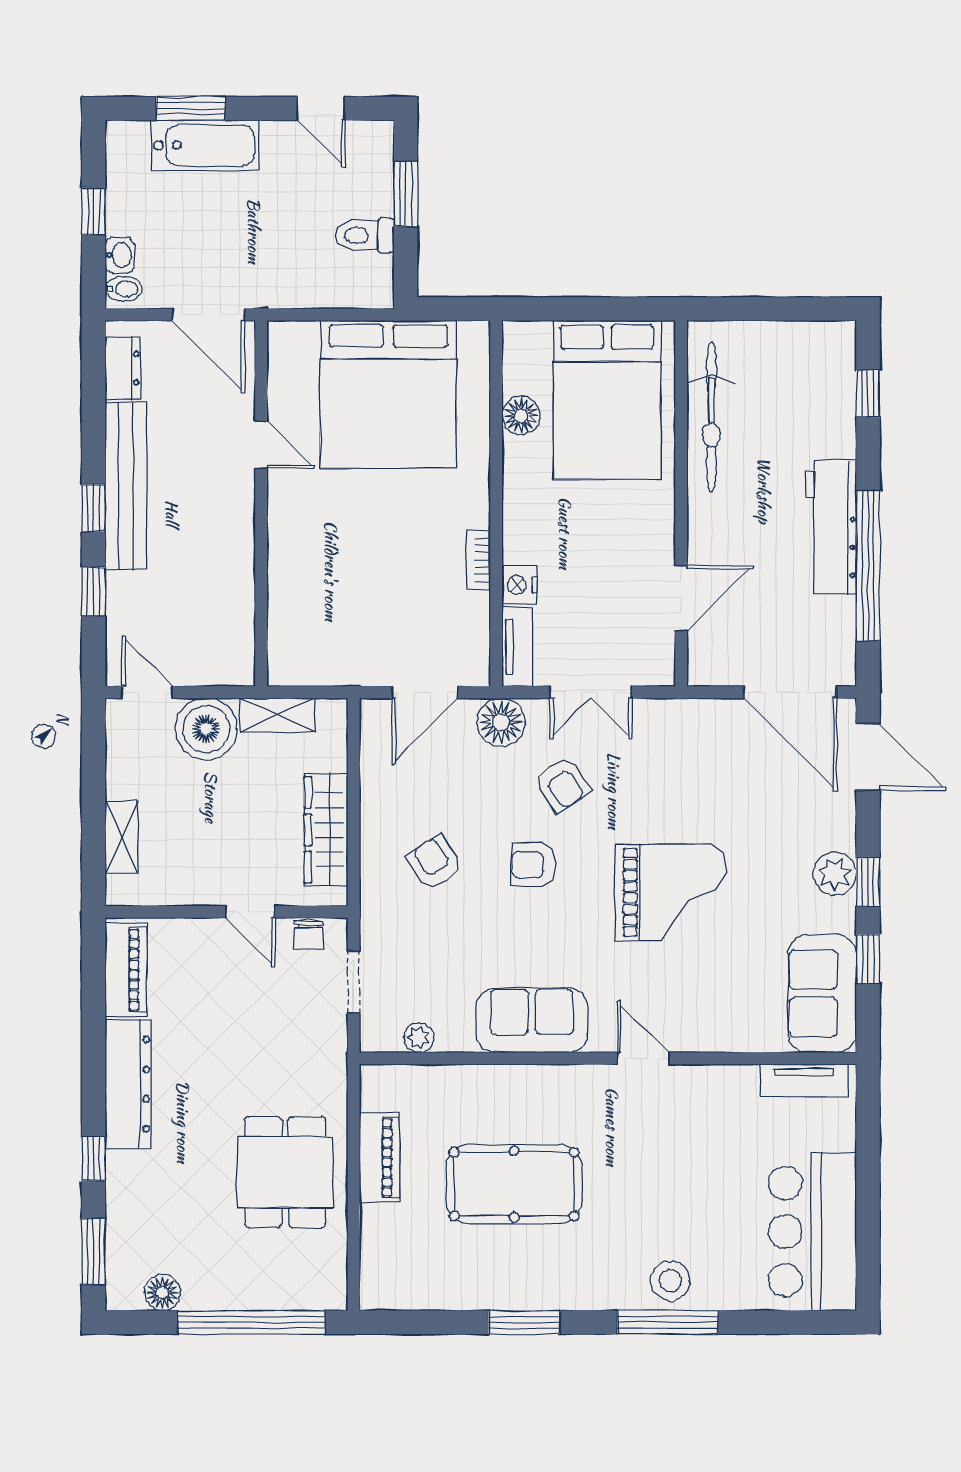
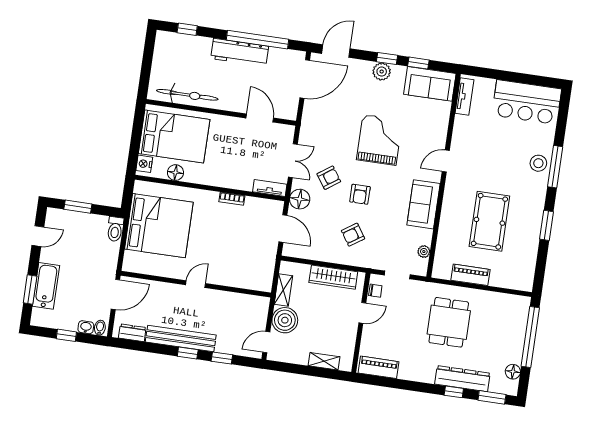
toilet: (365, 235) -> (115, 229), moved
door: (261, 445) -> (196, 284), moved
nightstand: (520, 585) -> (144, 164), moved, turned 90
dresser: (128, 1084) -> (462, 379), moved
dining table: (285, 1172) -> (449, 322), moved, turned 90

